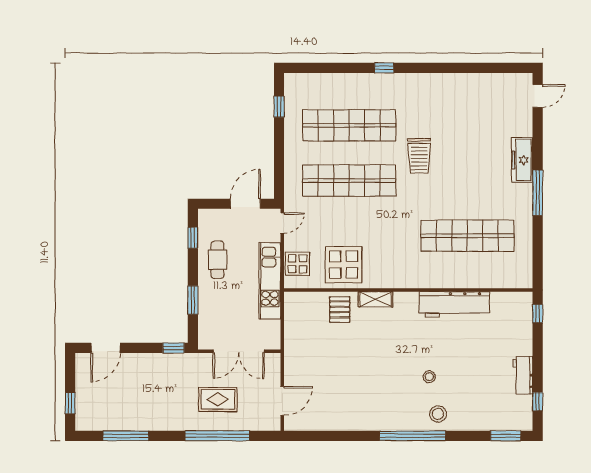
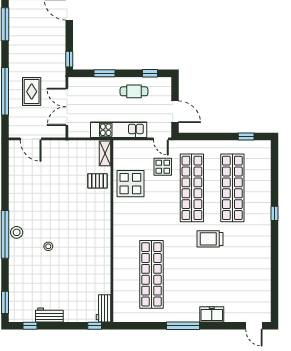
freezer: (522, 160) -> (212, 314), width x0.71
display table: (298, 264) -> (163, 167), moved
shelving: (375, 299) -> (105, 153), moved
workbench: (454, 304) -> (104, 308), moved, width x0.53, depth x0.76
stool: (438, 414) -> (17, 232), moved

